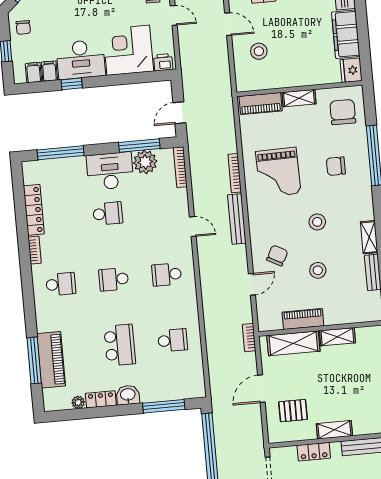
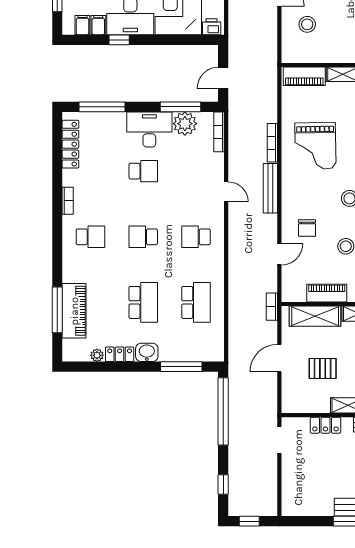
locker: (34, 210) -> (70, 144), moved
chair: (277, 256) -> (307, 228), turned 152
school desk: (173, 340) -> (196, 302), width x1.85
pallet: (293, 411) -> (323, 368), moved

